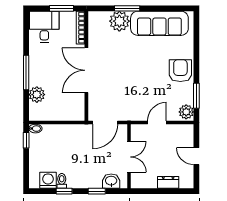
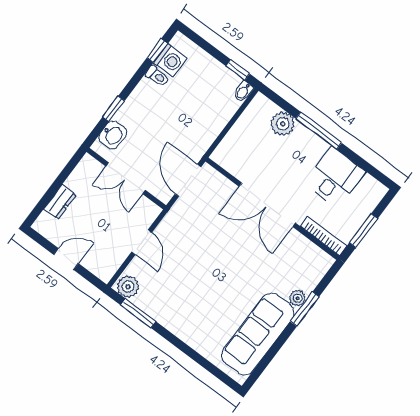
plant: (119, 21) -> (298, 298), width x0.53, depth x0.53
desk: (44, 27) -> (335, 177), moved, turned -90
double door: (86, 70) -> (267, 205), swing flipped
armchair: (180, 71) -> (182, 317), removed
window: (64, 191) -> (157, 51), moved

